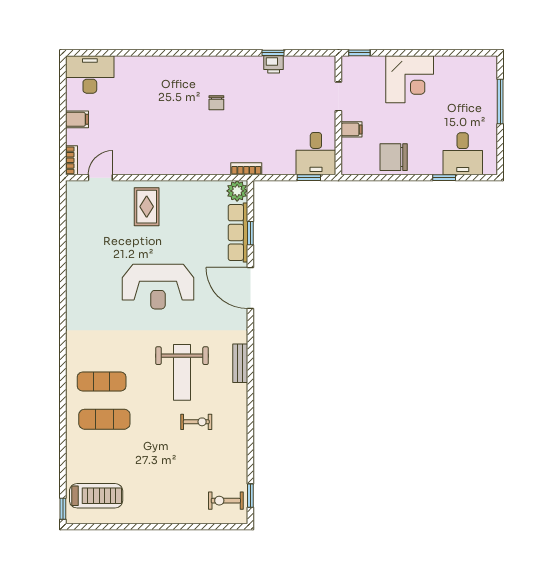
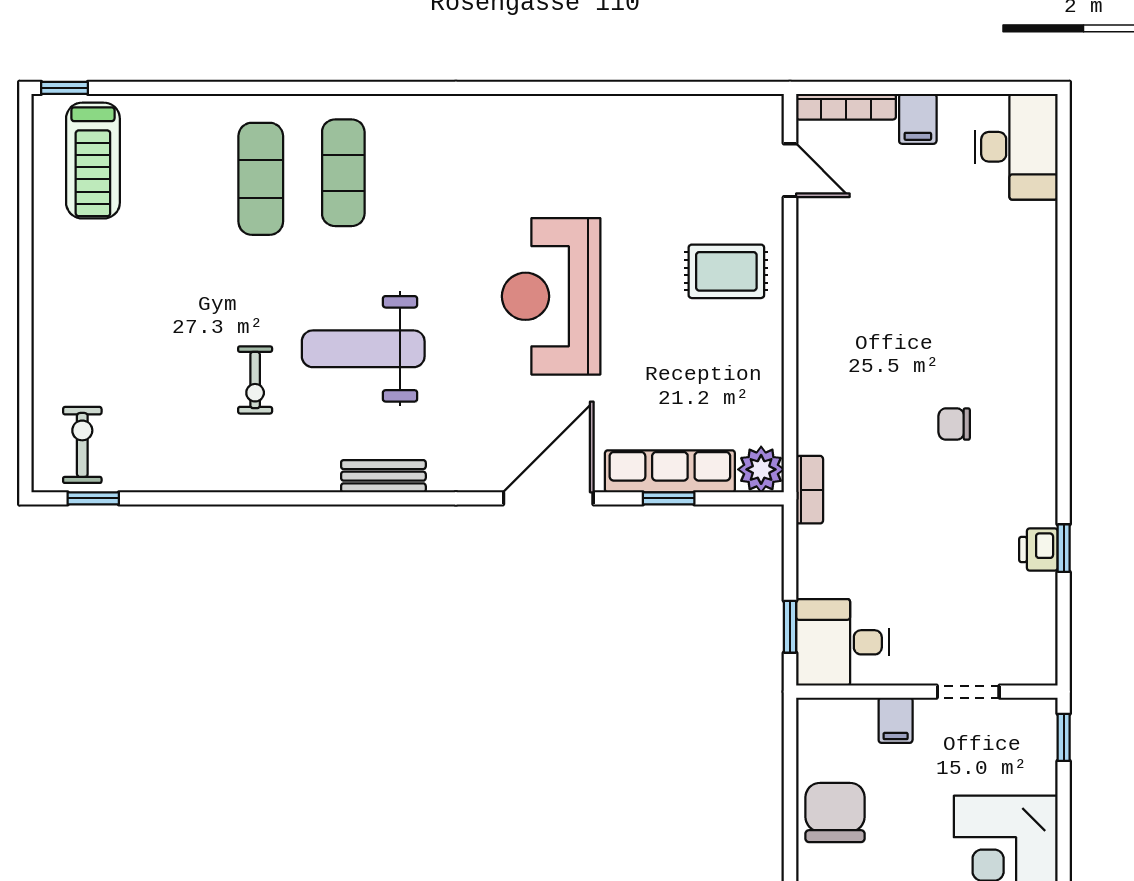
bookcase: (72, 160) -> (846, 107), width x1.56

